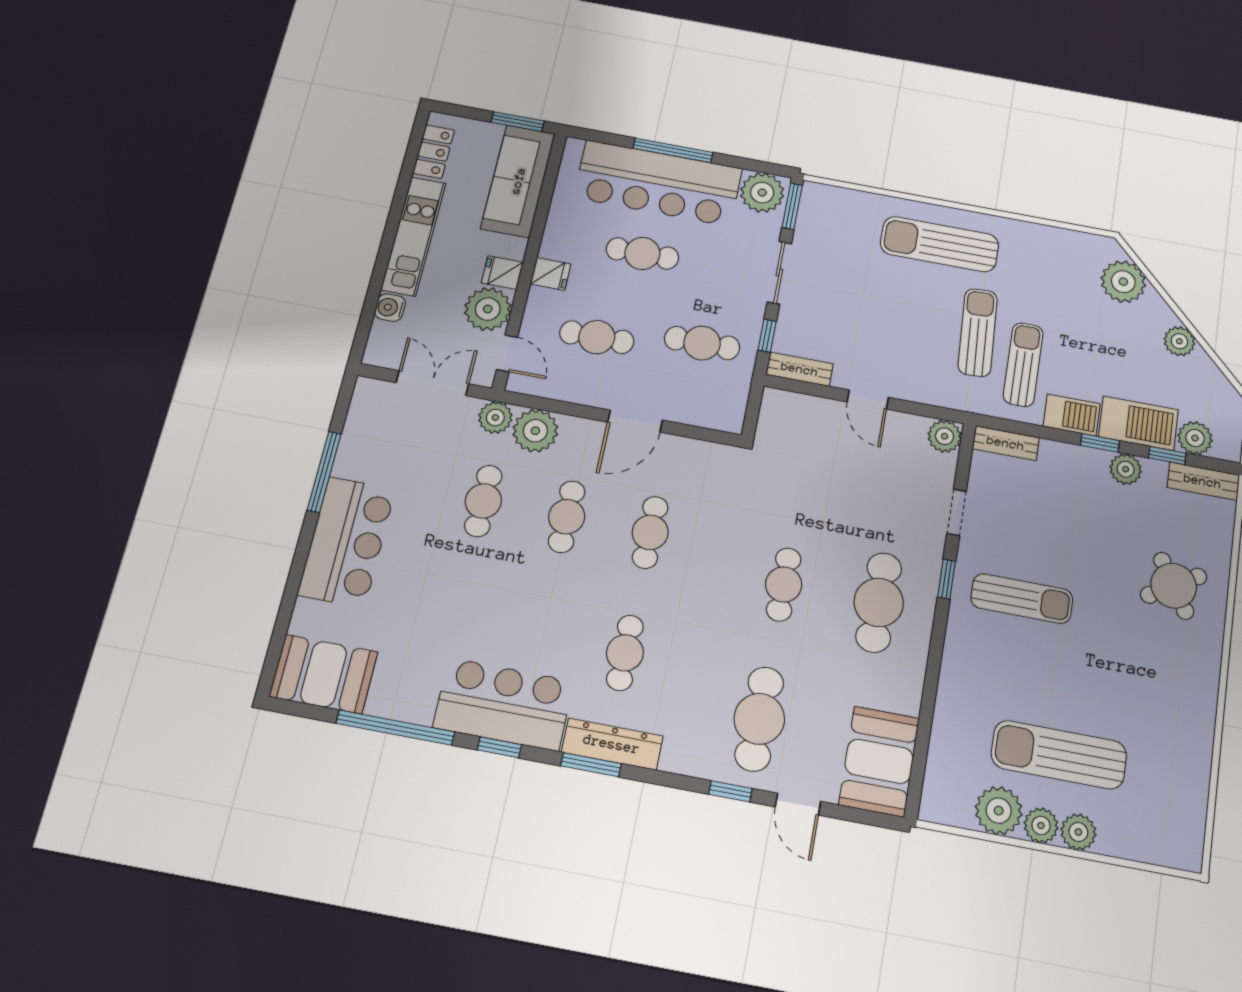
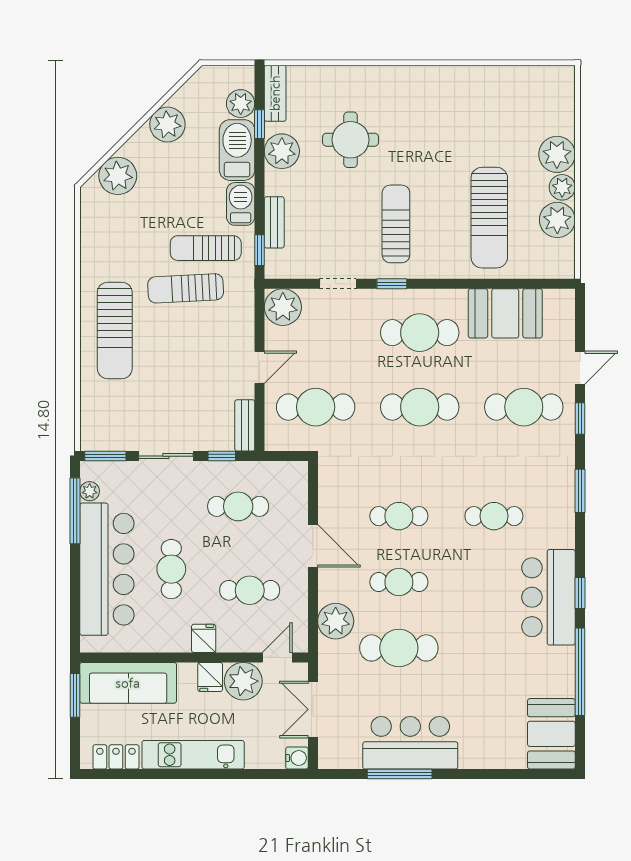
window: (673, 150) -> (75, 511), moved
plant: (762, 193) -> (90, 491), width x0.53, depth x0.53
water cooler: (390, 308) -> (297, 758), moved, turned -90
cafe table: (597, 337) -> (250, 590), turned 90
plant: (1179, 341) -> (167, 124), width x1.36, depth x1.36
cafe table: (702, 343) -> (238, 506), turned 90
plant: (495, 418) -> (331, 654), removed
plant: (945, 436) -> (283, 307), width x1.36, depth x1.36
bench: (1006, 443) -> (274, 222), moved
window: (1100, 443) -> (259, 250), moved
cafe table: (807, 457) -> (316, 407), added
plant: (1126, 469) -> (282, 151), width x1.36, depth x1.36
cafe table: (483, 501) -> (399, 648), width x1.37, depth x1.35
bar counter: (347, 542) -> (410, 743), moved
cafe table: (784, 584) -> (420, 407), width x1.37, depth x1.35
round table: (1174, 586) -> (351, 140), moved, turned 31
dresser: (612, 744) -> (562, 511), removed
sun lounger: (1059, 755) -> (489, 218), moved
booth: (879, 761) -> (505, 313), moved
window: (591, 765) -> (580, 491), moved
plant: (1078, 832) -> (557, 154), width x1.36, depth x1.36

